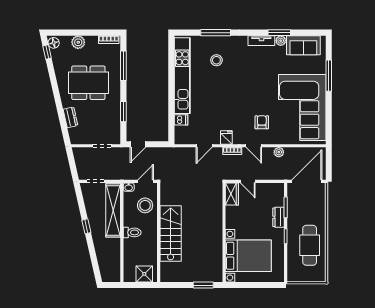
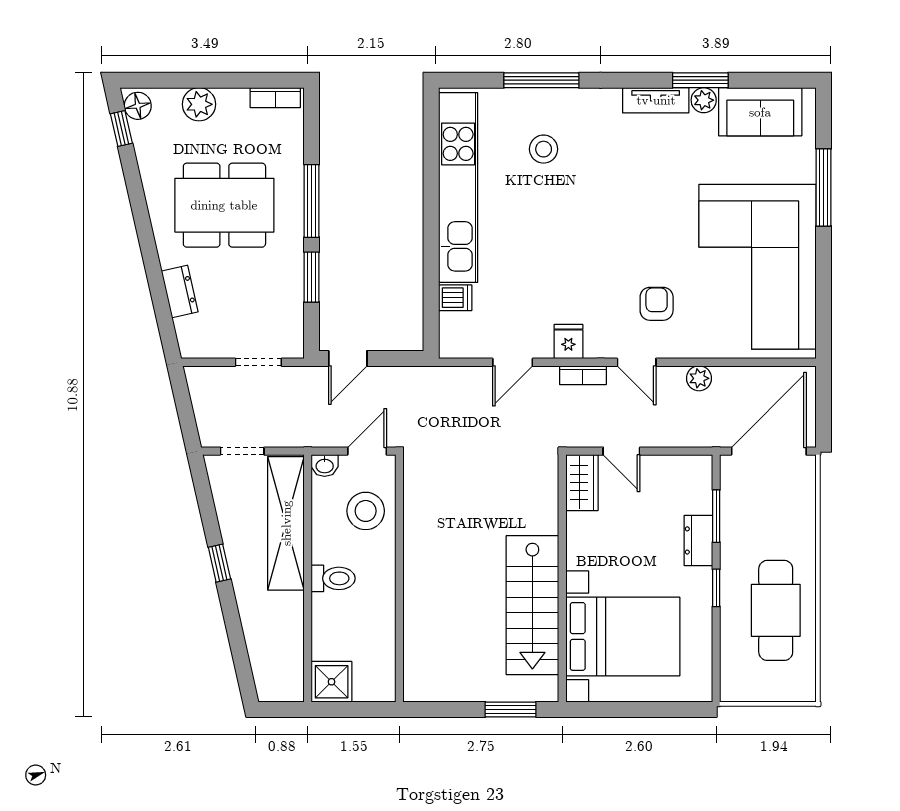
window: (123, 66) -> (312, 201), moved
stairs: (171, 234) -> (532, 605), moved, turned 180
shower: (144, 274) -> (332, 682), moved

